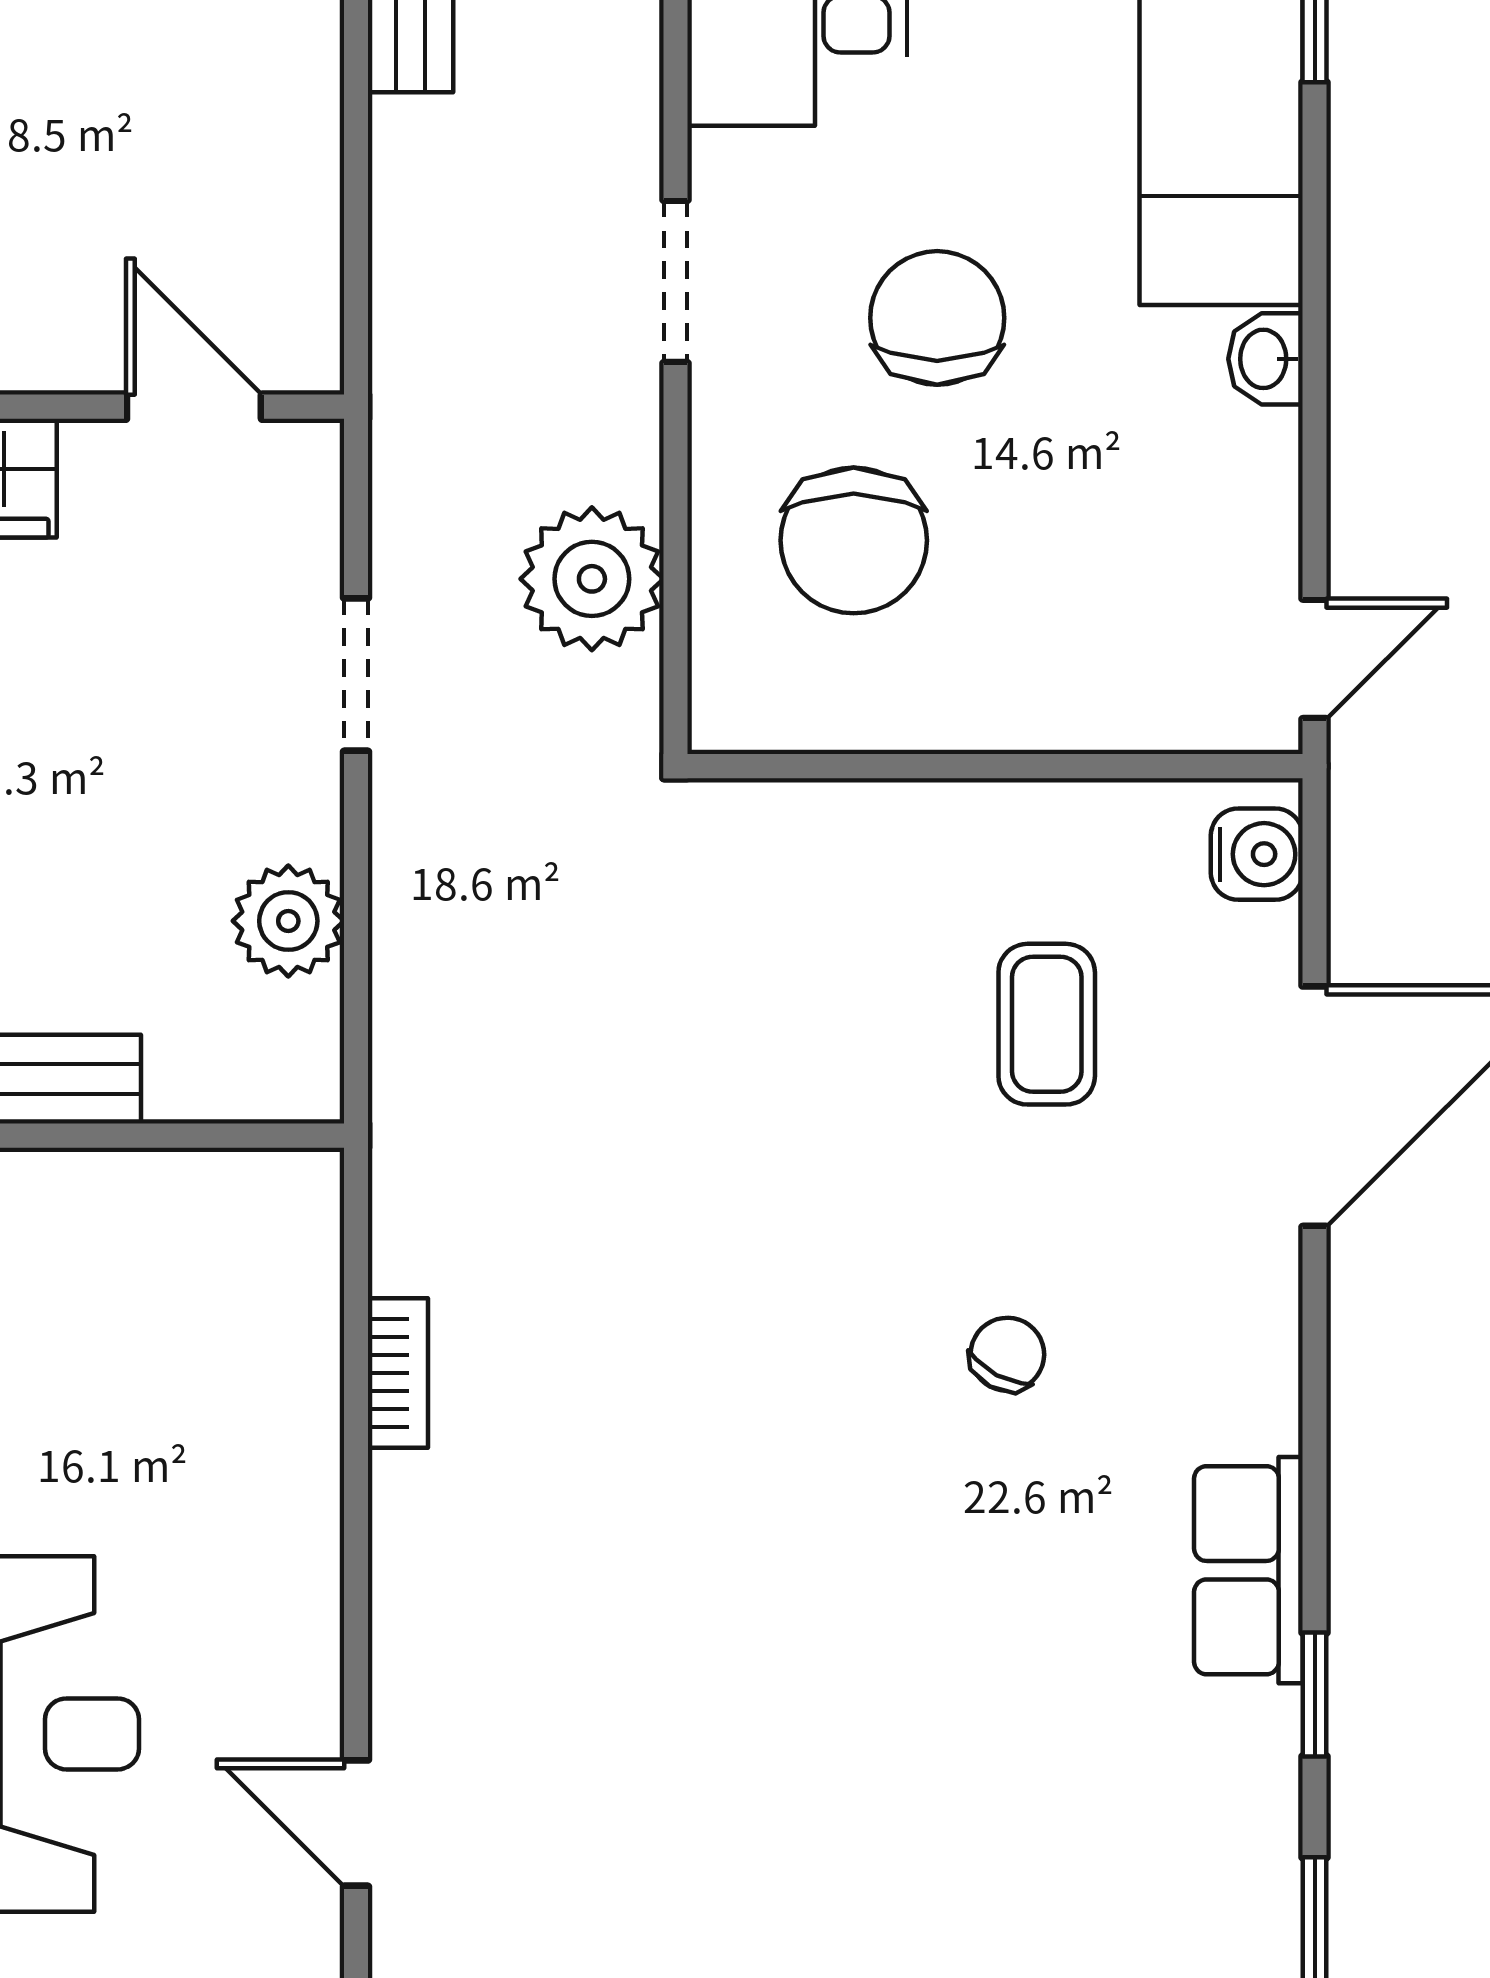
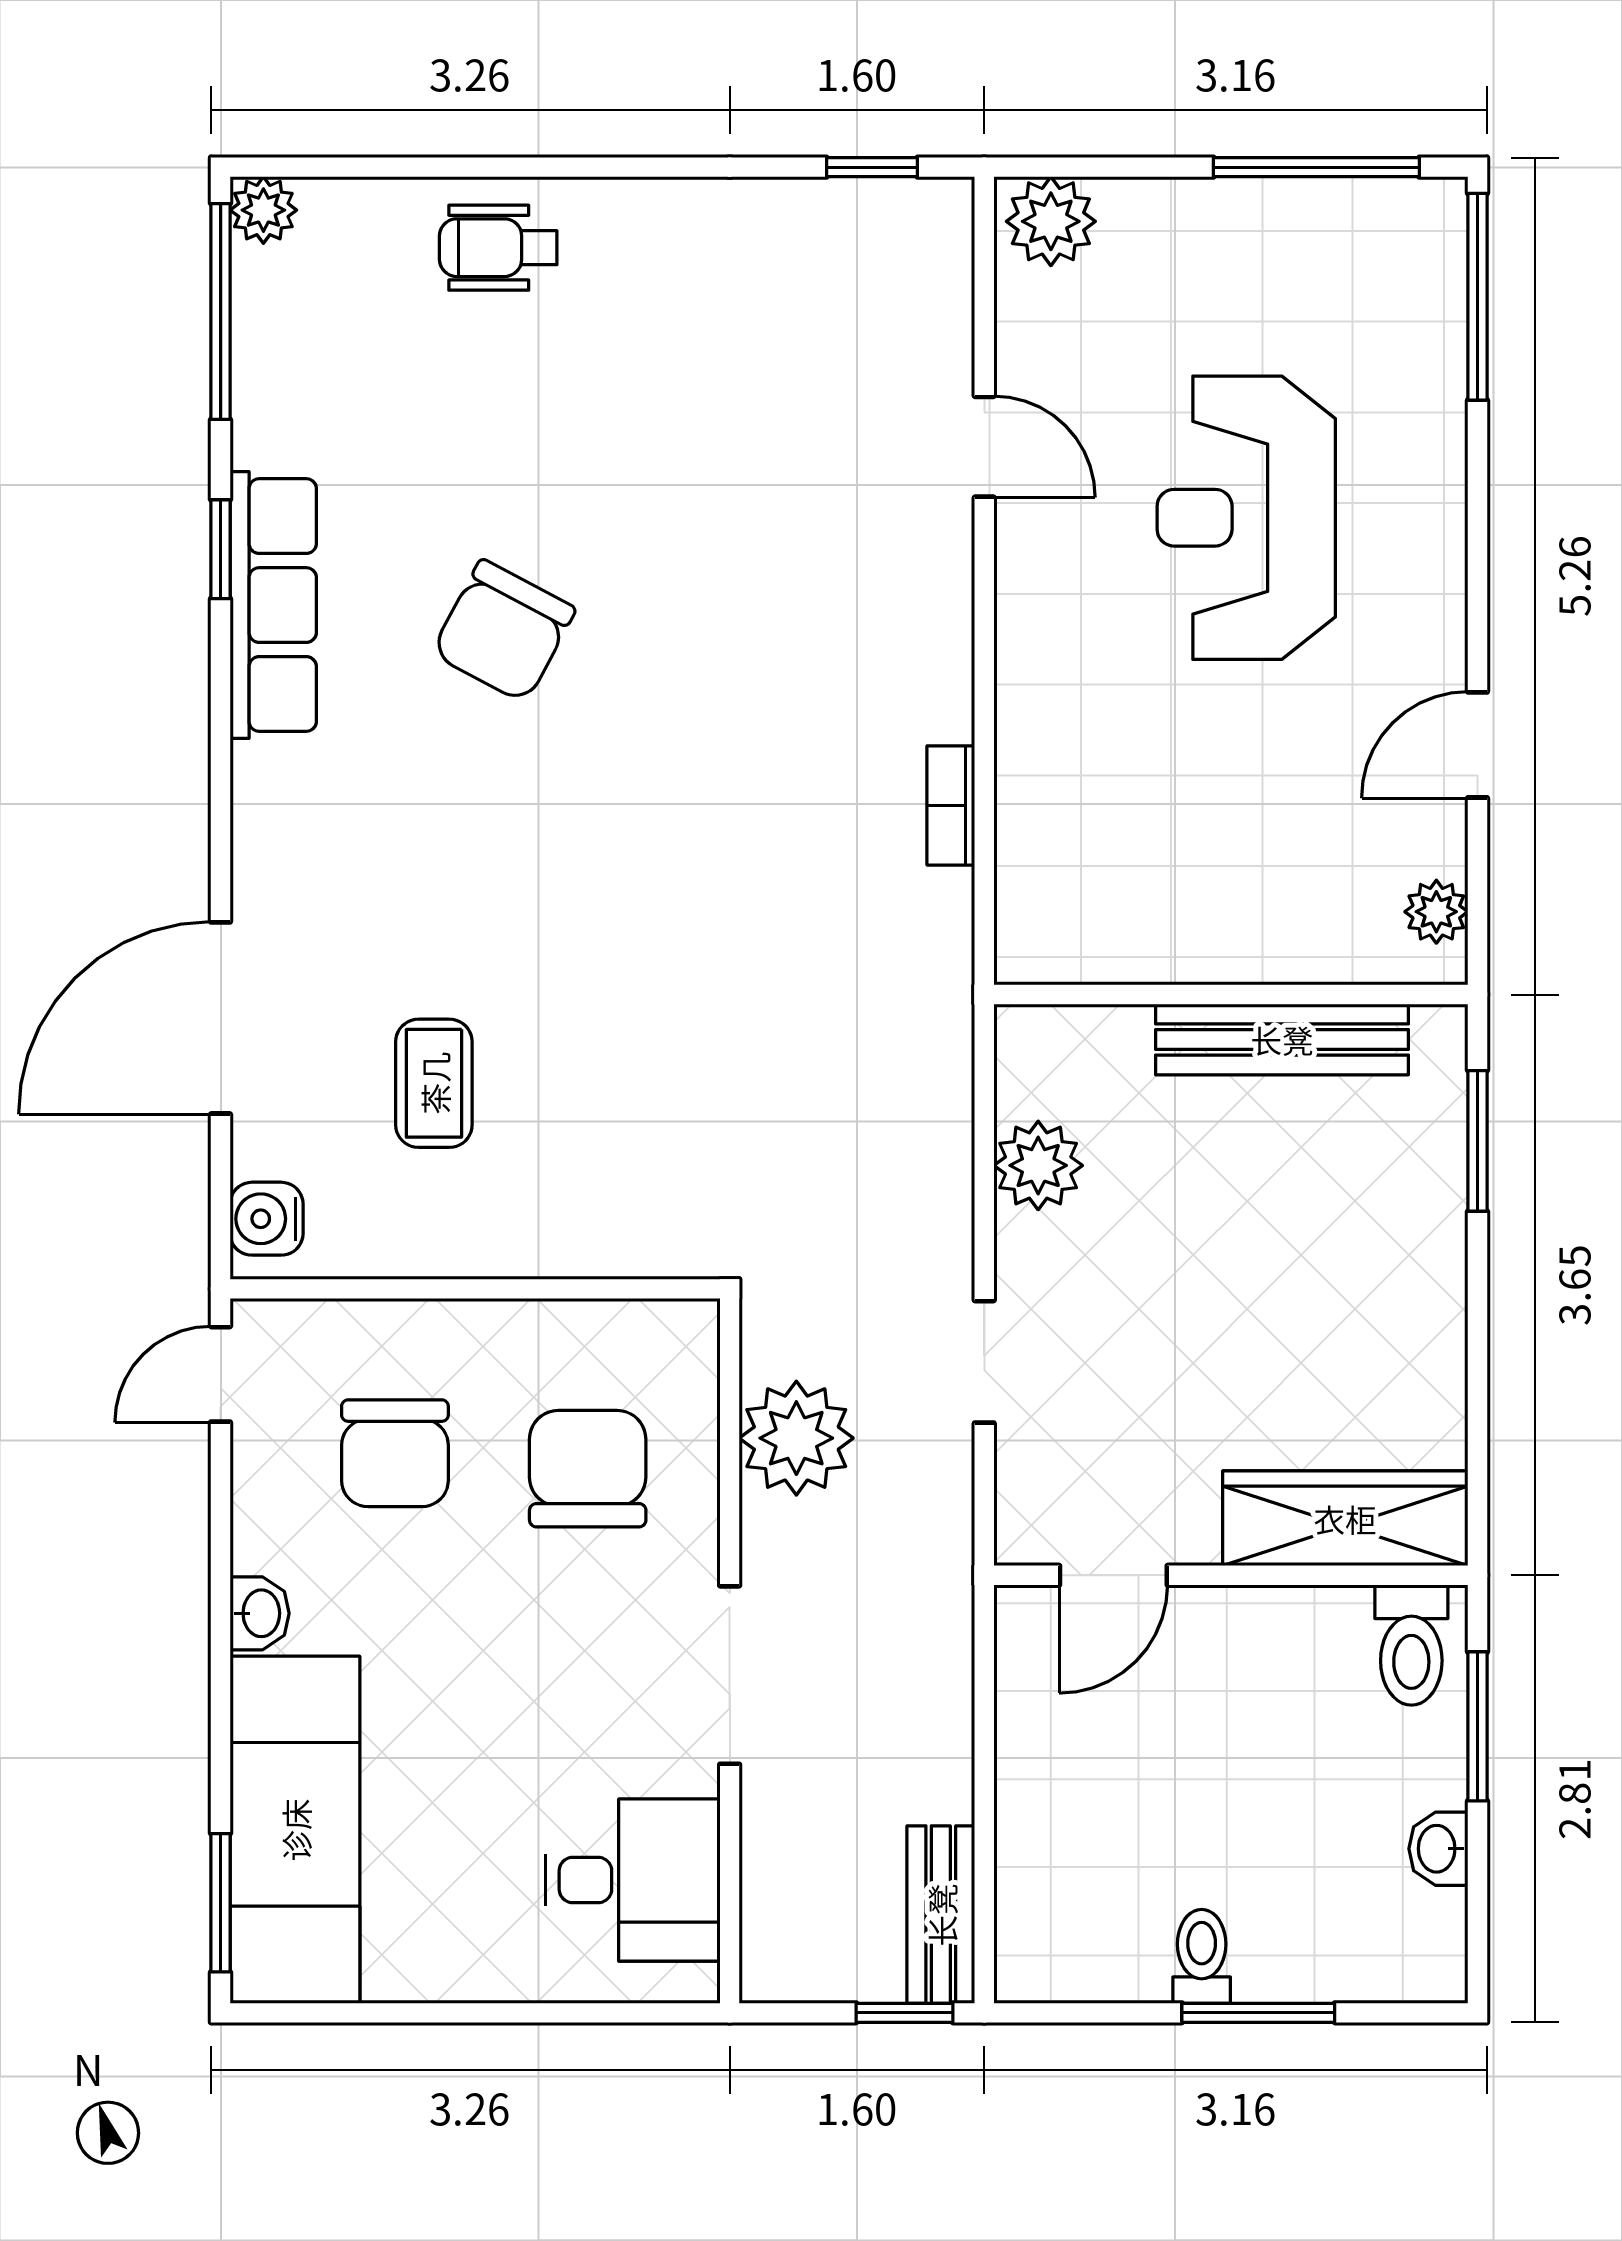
doorway: (675, 281) -> (730, 1675), width x1.38
chair: (937, 318) -> (395, 1453), moved
door: (194, 407) -> (1113, 1575), hinge flipped
chair: (1007, 1354) -> (503, 631), moved, width x1.87, depth x1.87
row of seats: (1248, 1570) -> (273, 605), width x1.48

